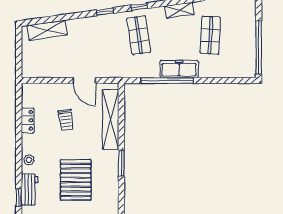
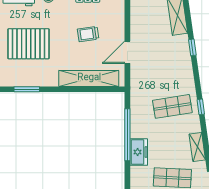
window: (105, 12) -> (192, 47), moved
freezer: (179, 69) -> (139, 152), width x0.71
window: (121, 163) -> (27, 89), moved

